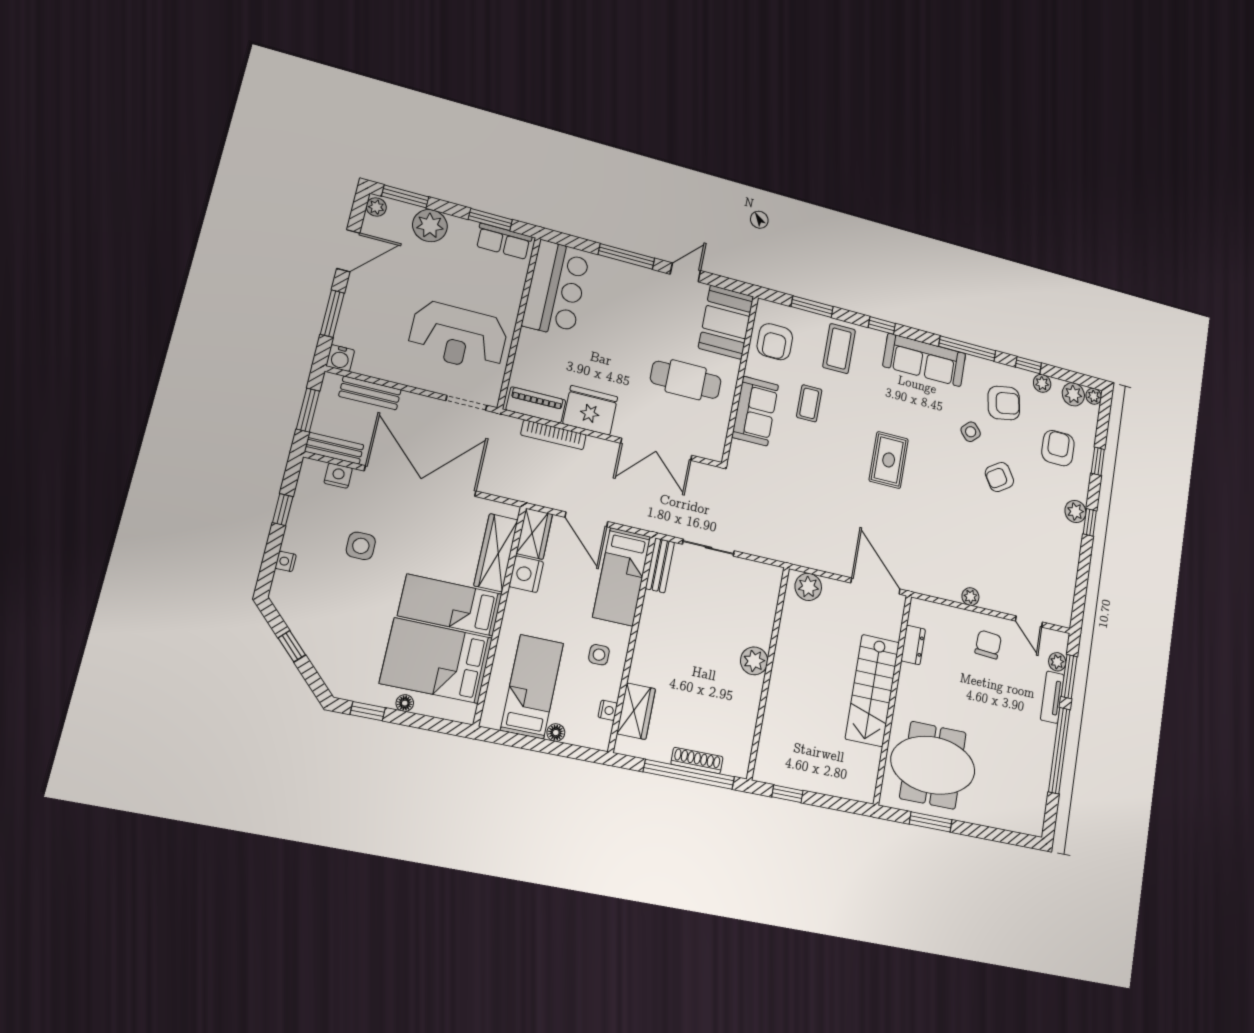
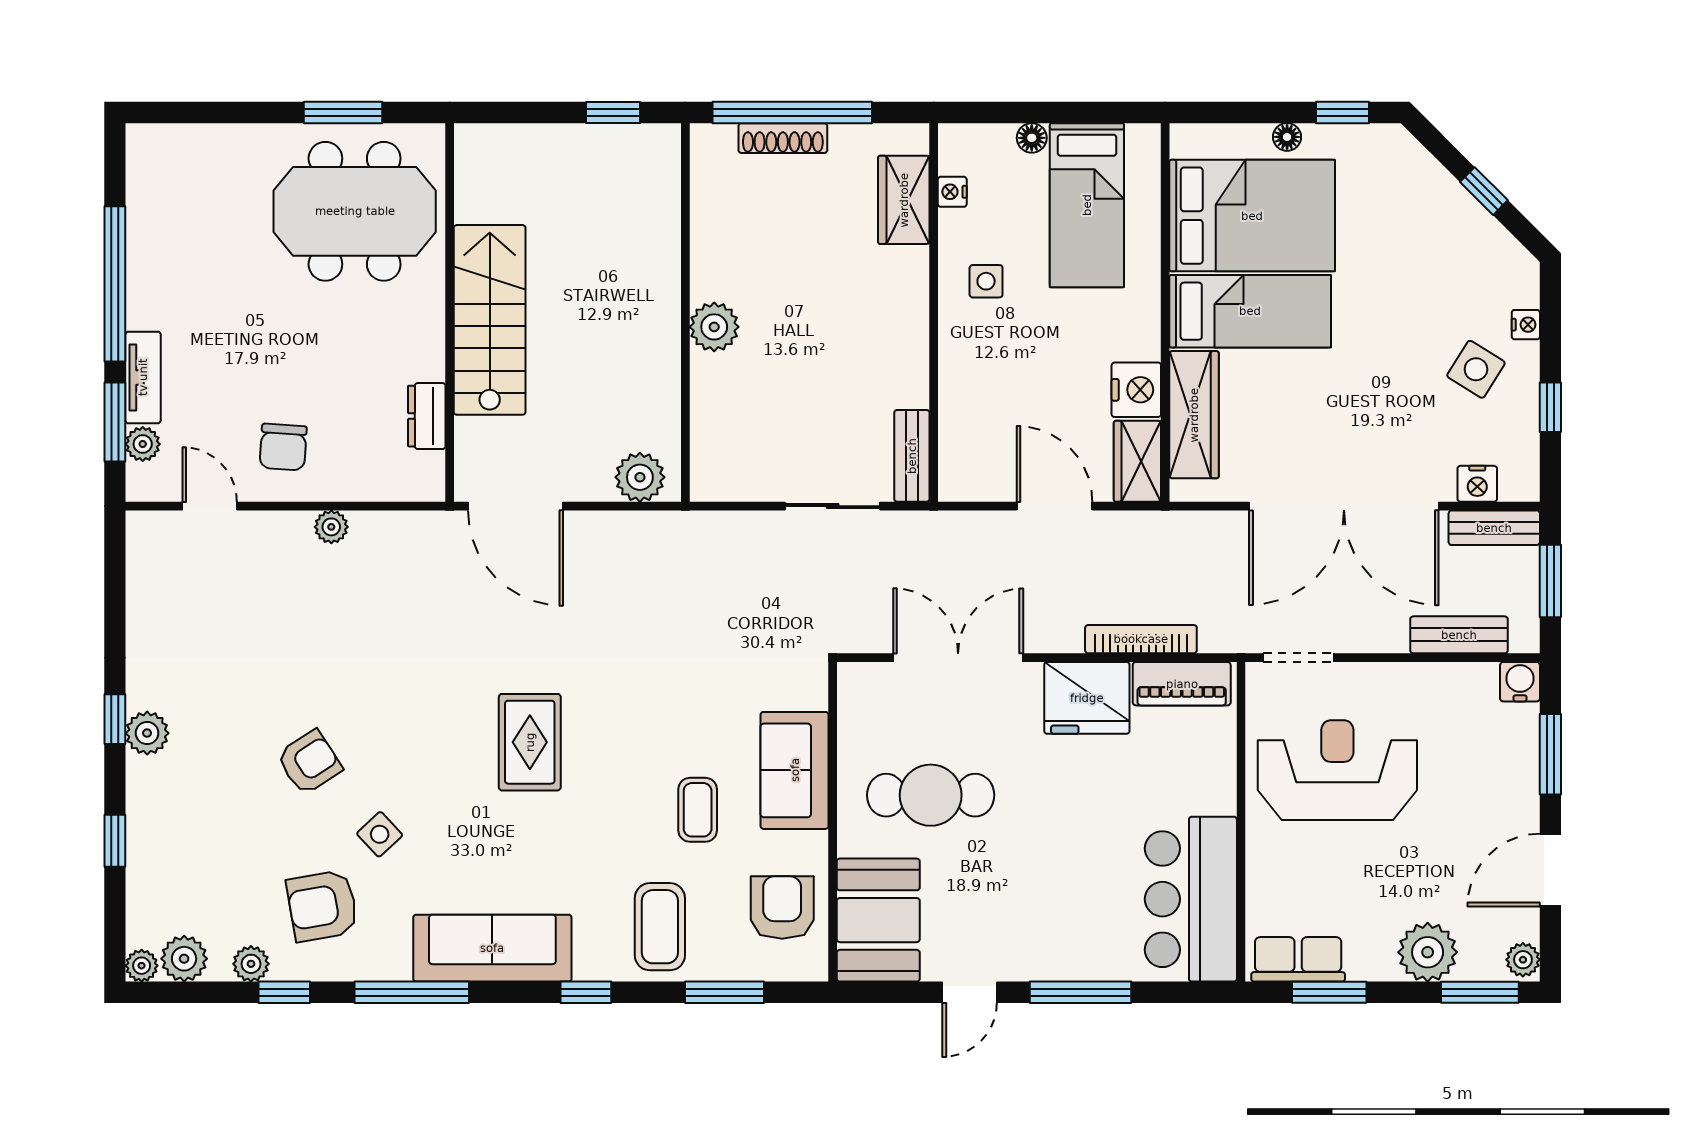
armchair: (1058, 448) -> (200, 846), removed
side table: (361, 546) -> (1476, 369), moved, turned 32
bed: (622, 577) -> (974, 422), removed

